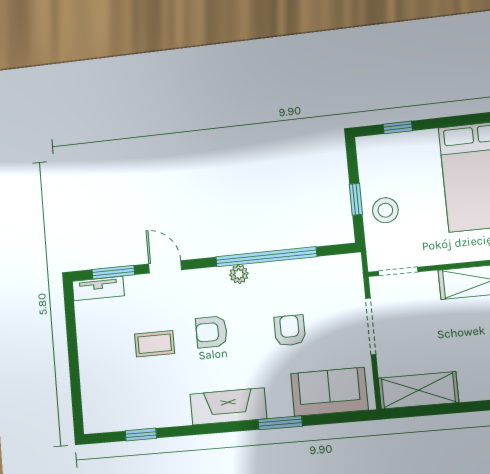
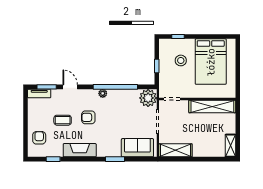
stool: (385, 210) -> (181, 60), moved
plant: (343, 275) -> (148, 98), added
armchair: (290, 330) -> (39, 138), moved
fireplace: (228, 406) -> (80, 150), moved

